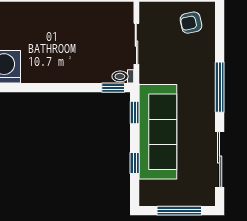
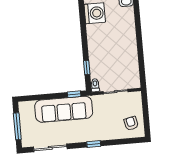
window: (220, 87) -> (94, 144), width x0.46
window: (113, 88) -> (87, 68), moved
window: (135, 163) -> (44, 97), removed

